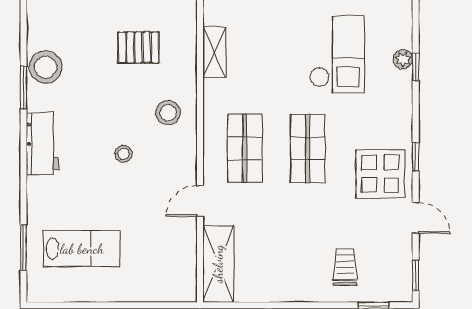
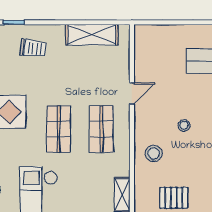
shelving: (218, 264) -> (92, 35), moved, turned 90
trolley: (345, 267) -> (33, 48), turned -83

